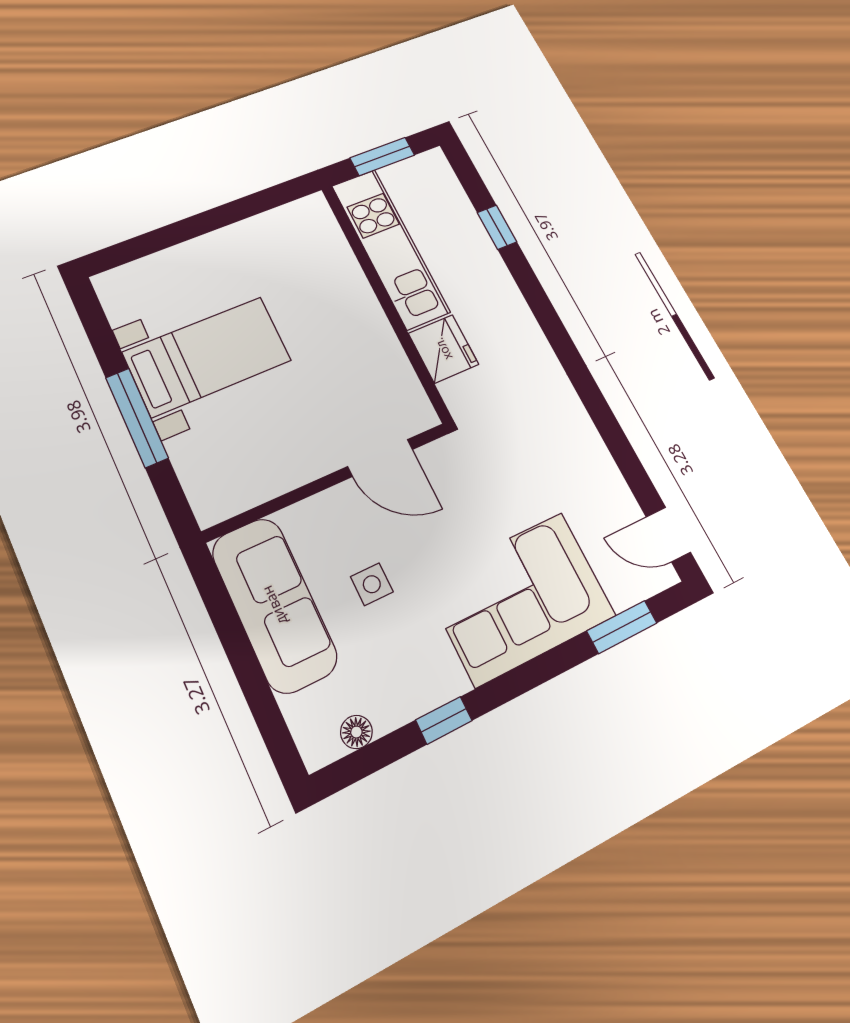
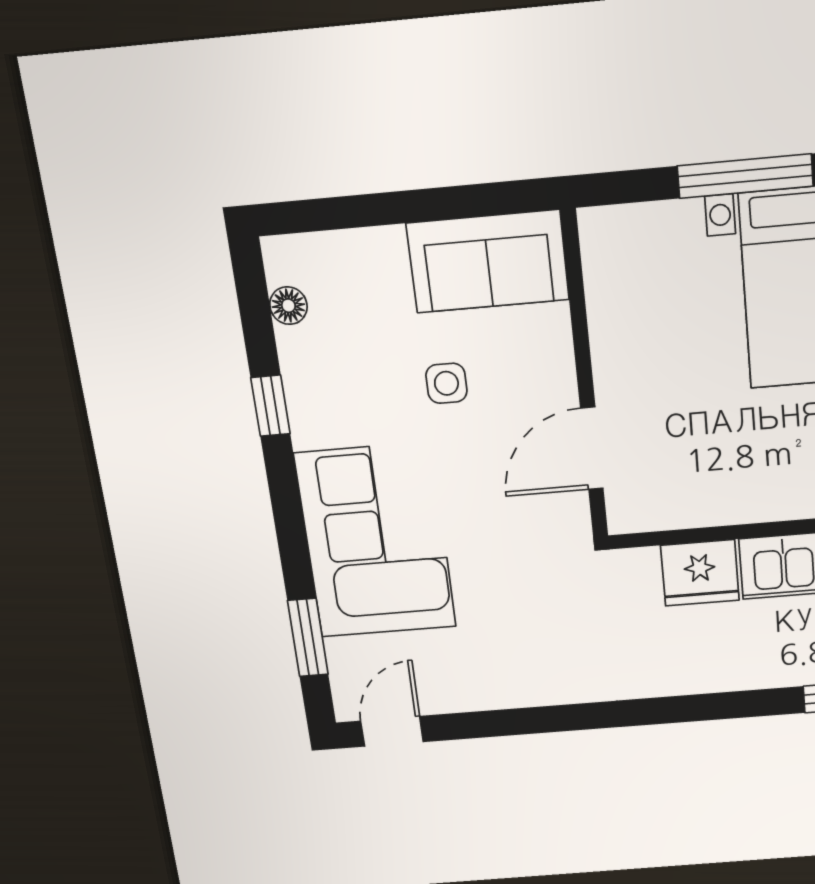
sofa: (274, 605) -> (488, 262), width x0.73

